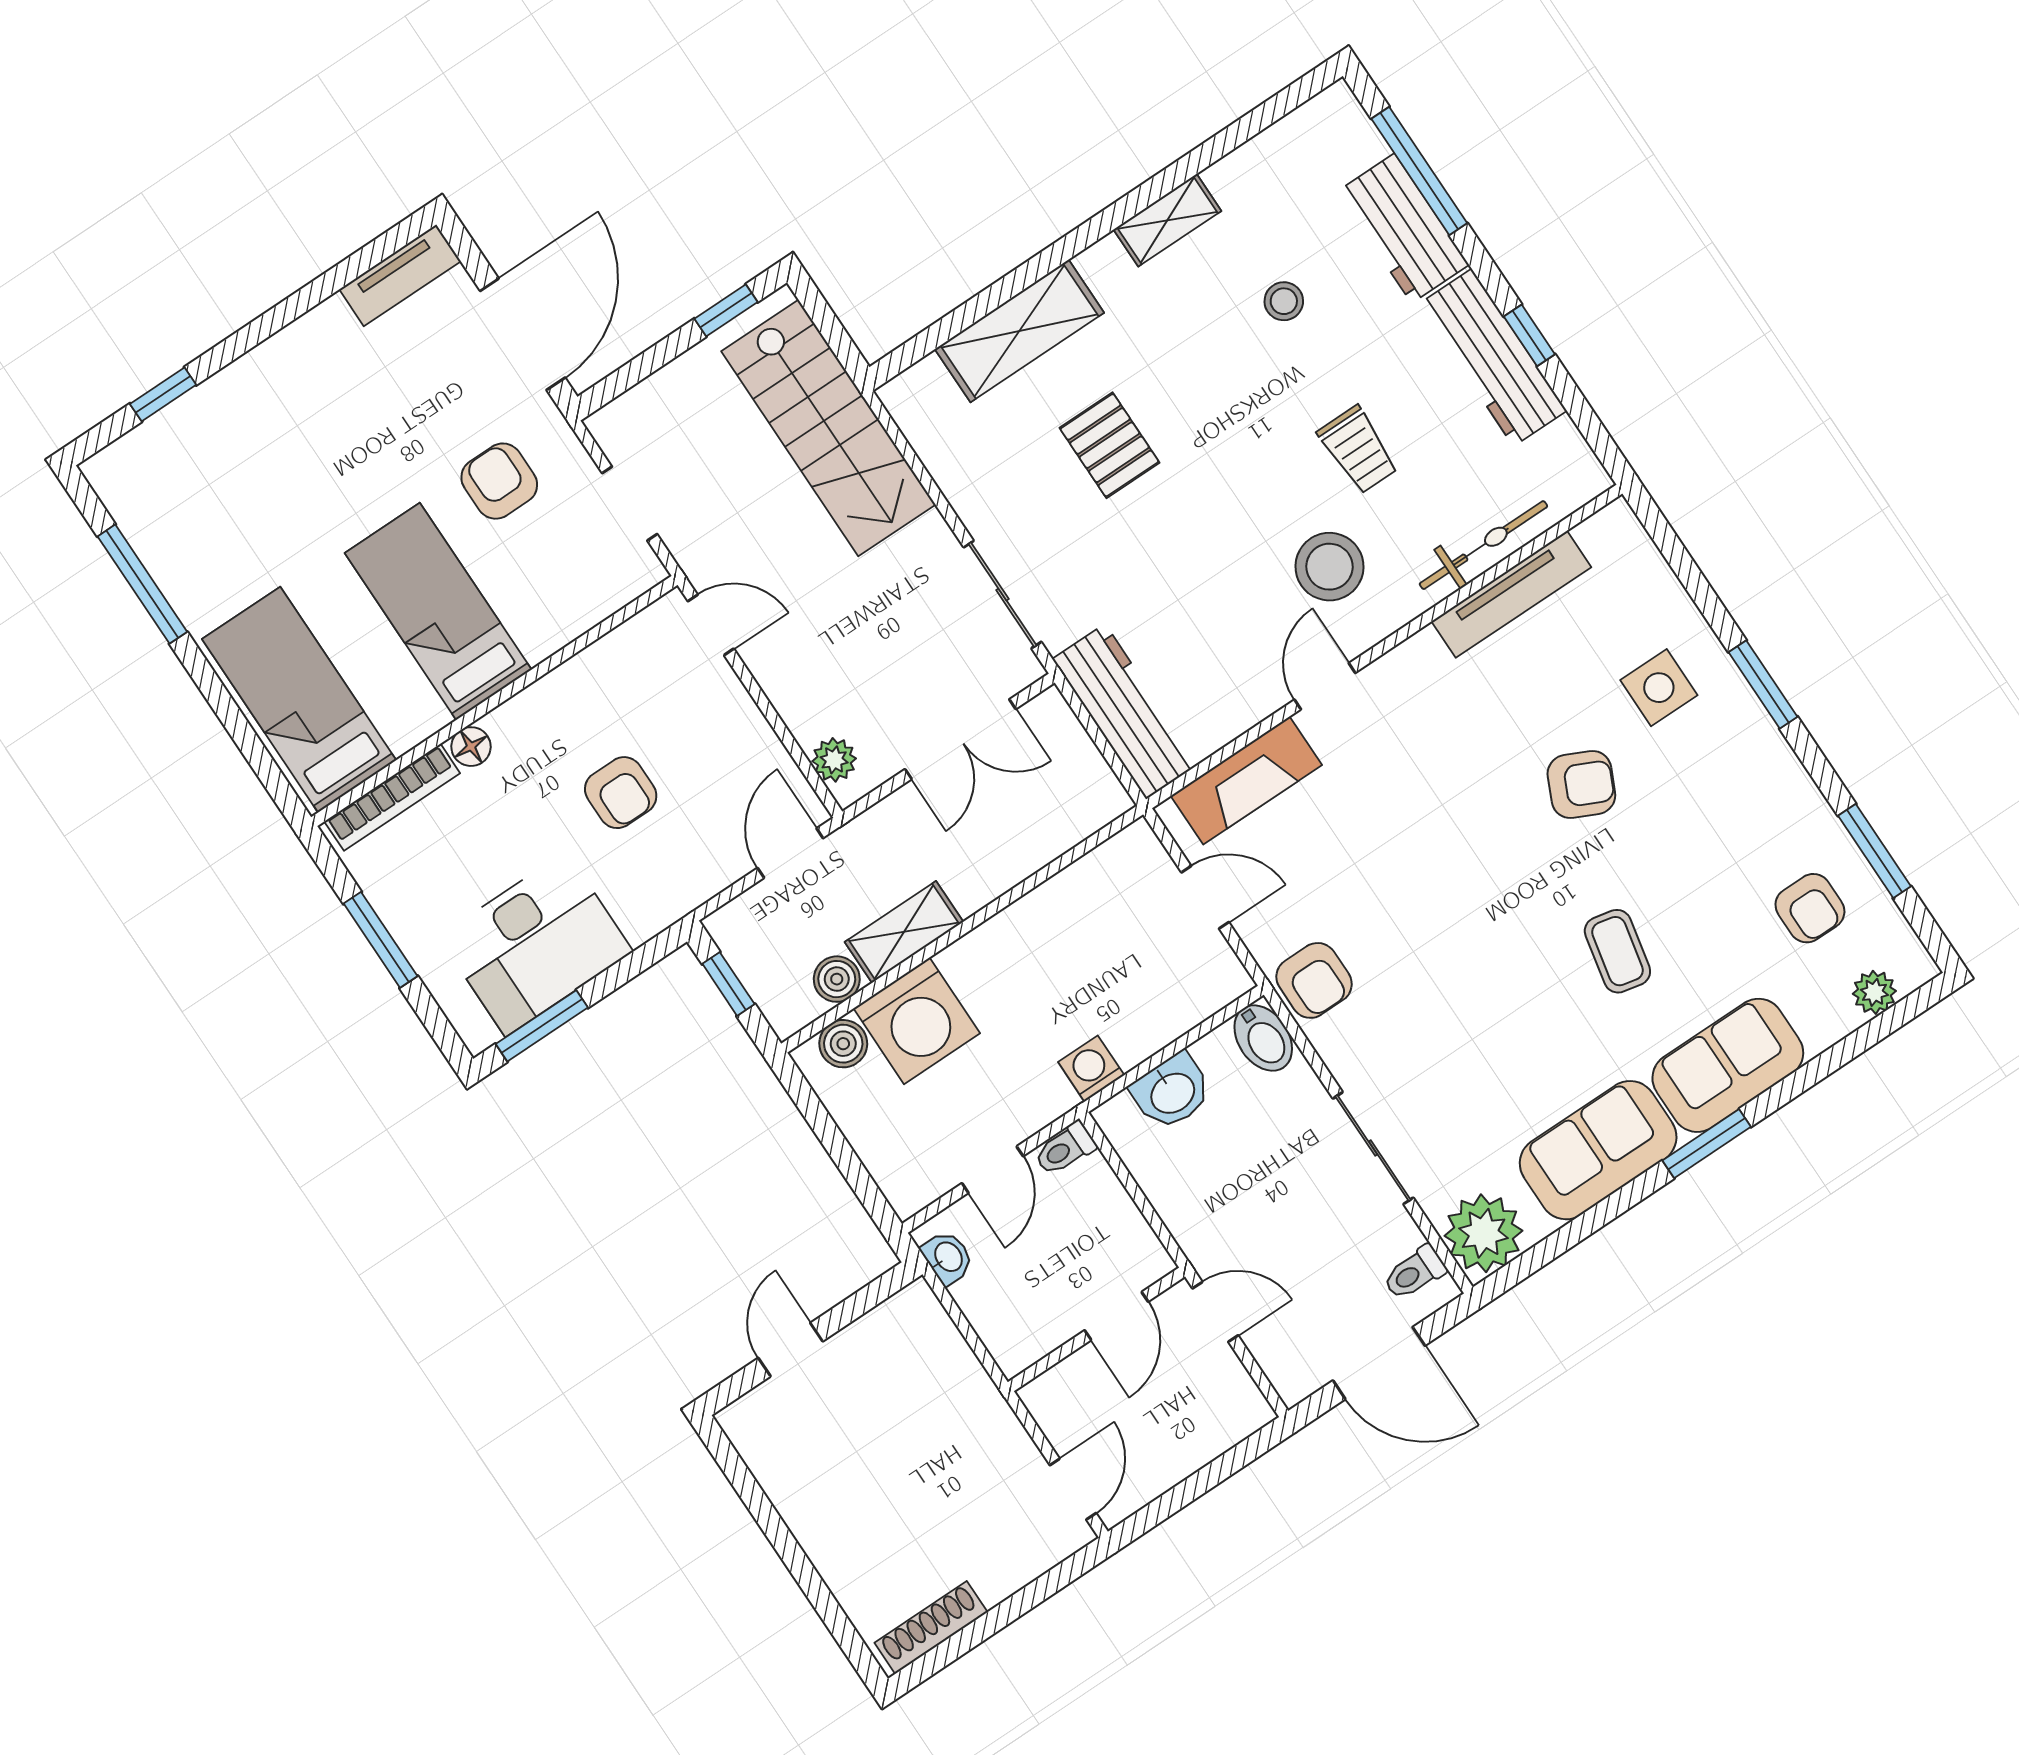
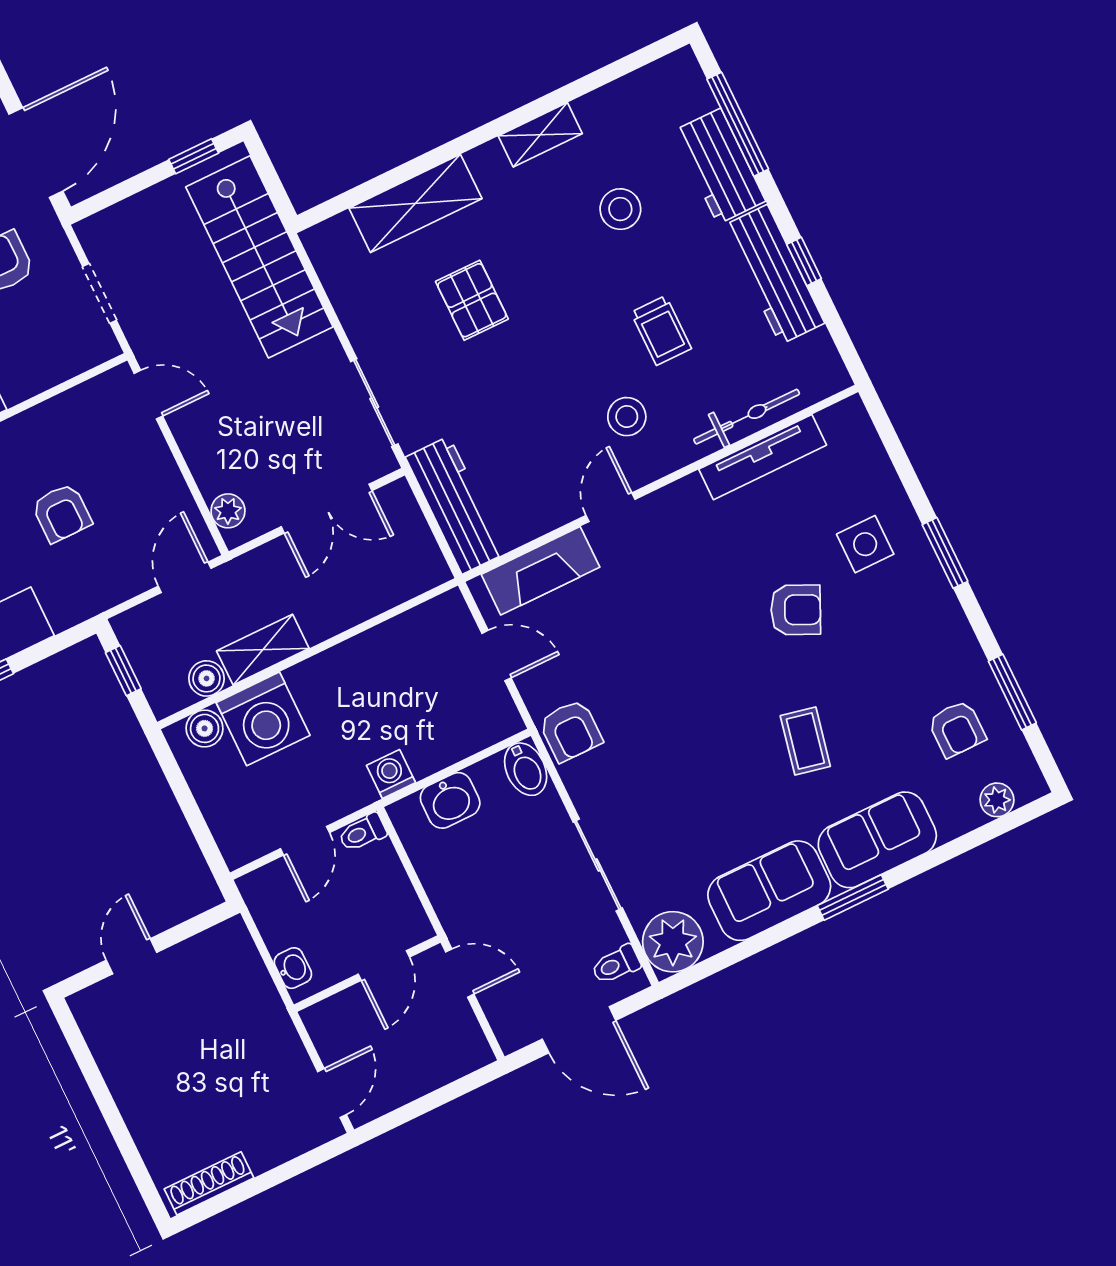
stool: (1284, 301) -> (620, 209), width x1.37, depth x1.37
stool: (1329, 567) -> (627, 417), width x0.73, depth x0.73
washbasin: (948, 1257) -> (293, 968), moved

